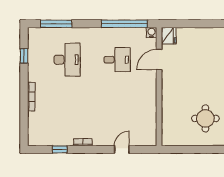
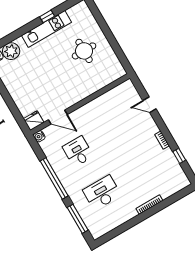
window: (124, 24) -> (54, 178), moved
window: (24, 56) -> (119, 230), removed

